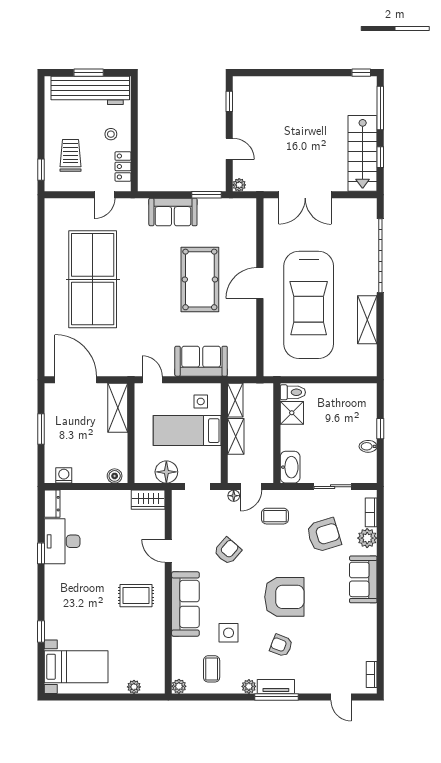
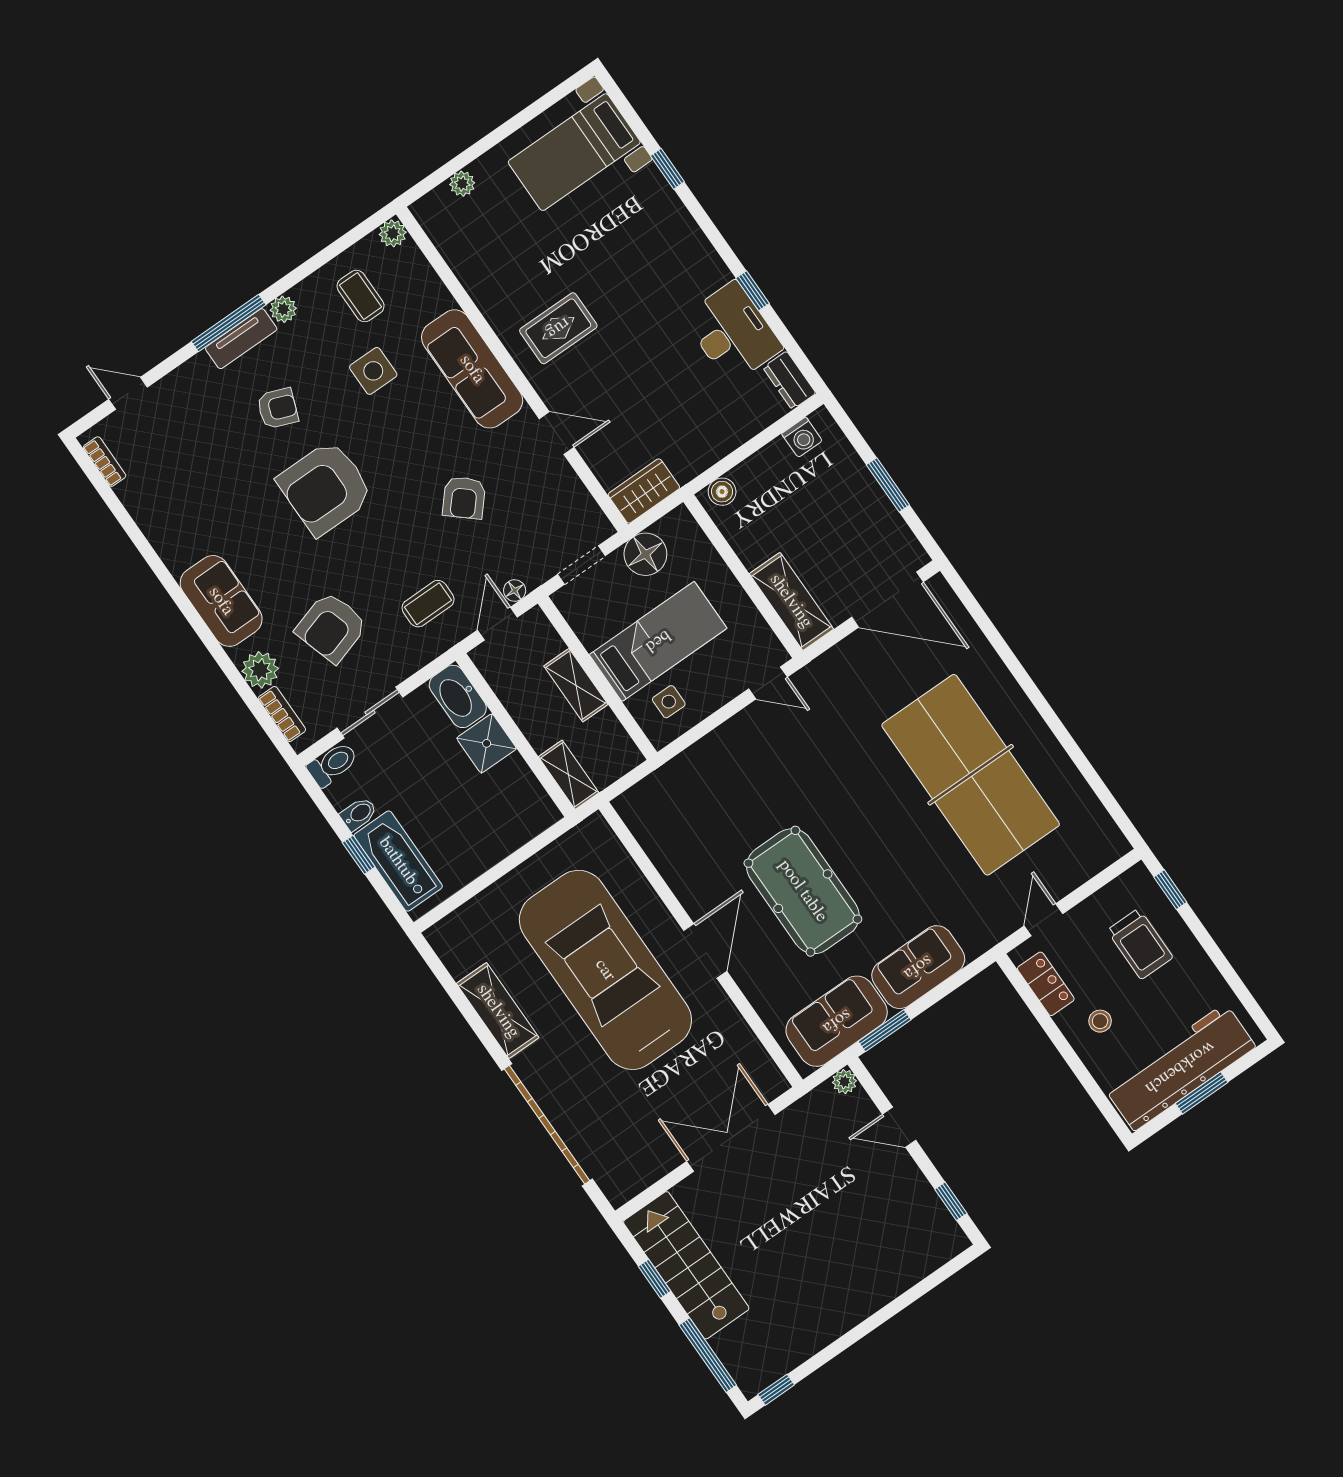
sofa: (201, 361) -> (837, 1021), moved, turned 180
toilet: (293, 392) -> (333, 764), moved, turned 180
shelving: (235, 400) -> (569, 775), moved
shower: (292, 413) -> (487, 743), moved
bathtub: (365, 414) -> (398, 861), added

